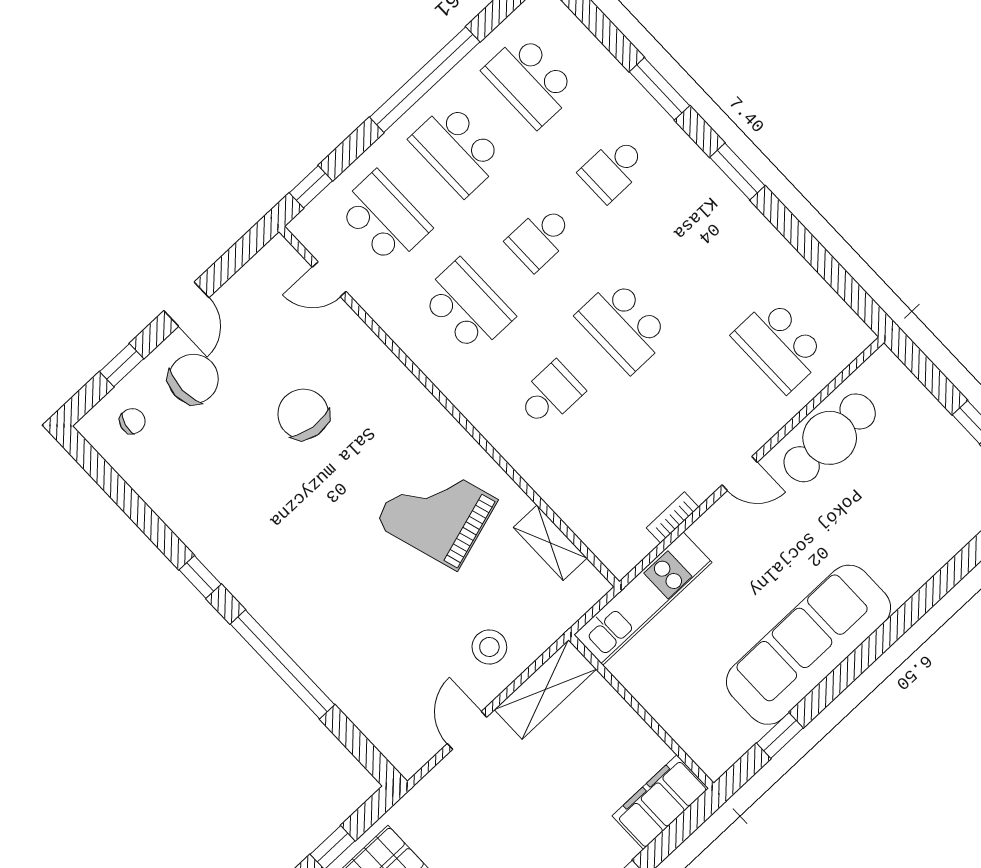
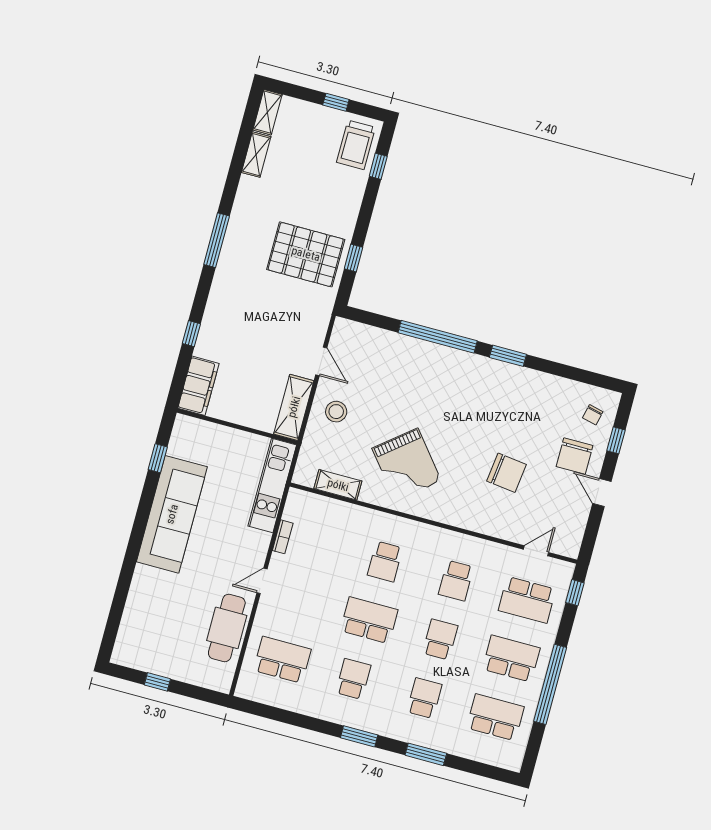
school desk: (696, 257) -> (353, 679), added
school desk: (467, 306) -> (456, 581), width x0.54
grand piano: (436, 512) -> (407, 464), turned 68
window: (200, 577) -> (508, 356), width x1.50

